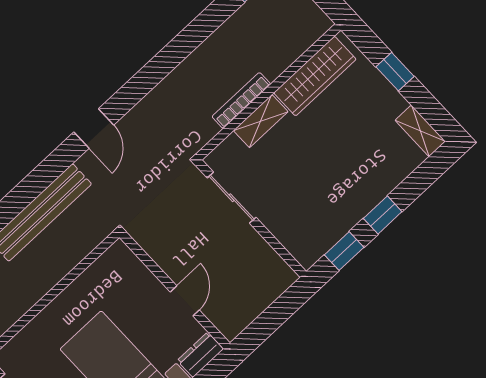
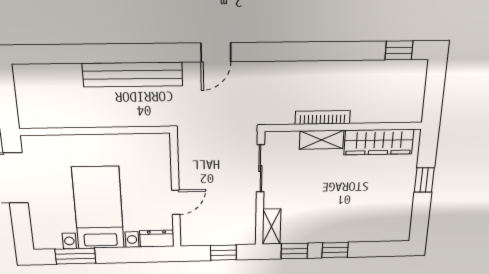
shelving: (420, 131) -> (271, 227), moved
window: (277, 314) -> (223, 253), added

